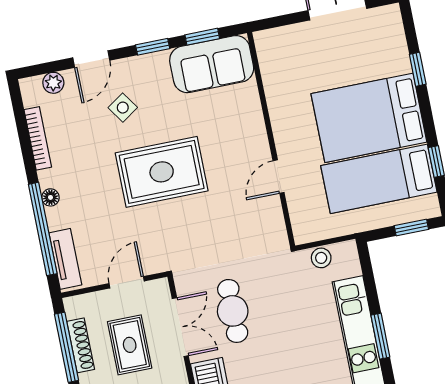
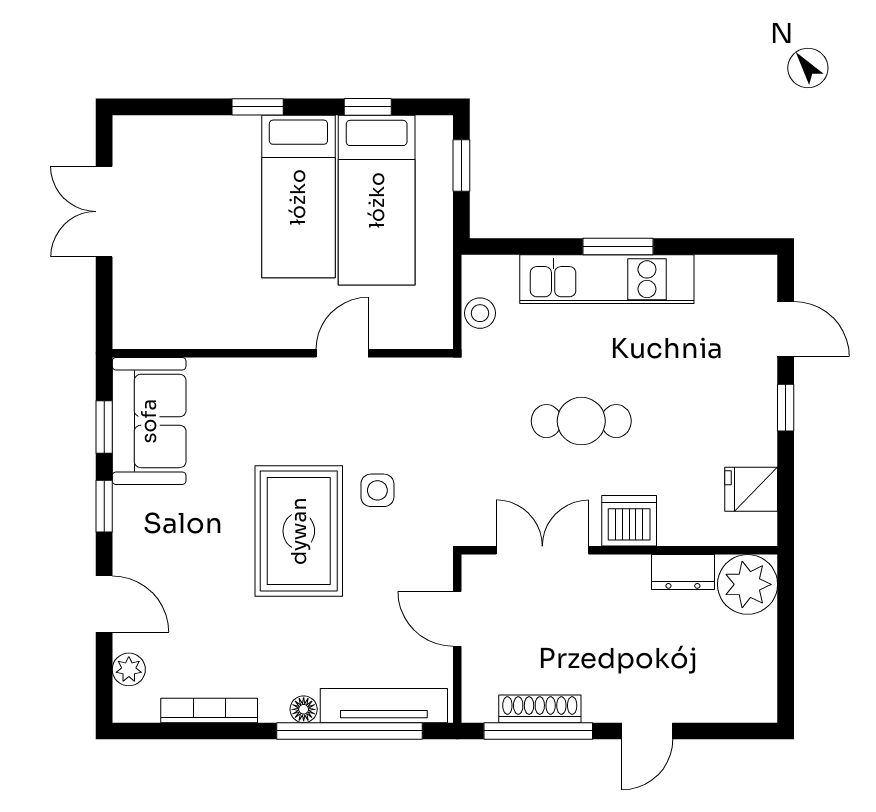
window: (418, 69) -> (258, 107), moved
side table: (123, 108) -> (377, 490), moved, turned 34
bed: (369, 118) -> (298, 197), width x0.67
door: (279, 177) -> (342, 353), swing flipped
tv unit: (65, 259) -> (384, 706), width x1.41
cafe table: (233, 311) -> (581, 421), moved
rug: (130, 345) -> (554, 634), removed

